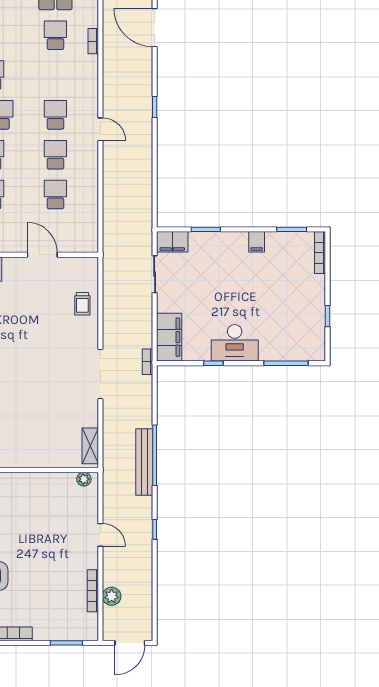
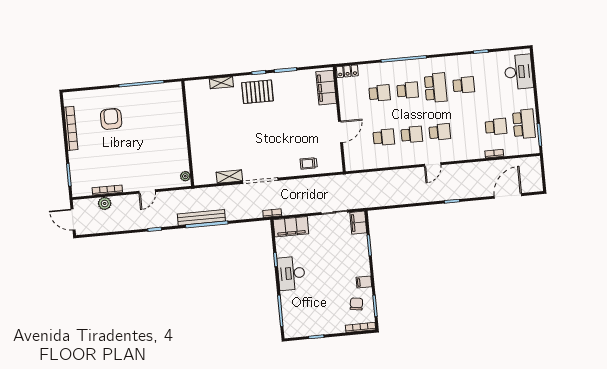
chair: (287, 255) -> (356, 304), added
shelving: (90, 446) -> (229, 177), moved

